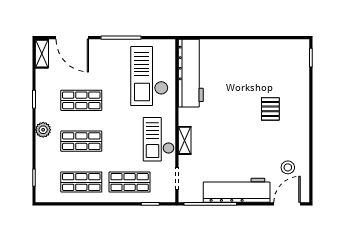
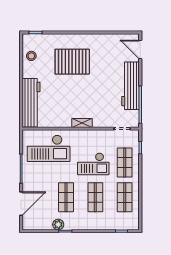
shelving: (42, 54) -> (33, 225), removed
workbench: (191, 73) -> (31, 103), moved, turned 90
pallet: (270, 109) -> (72, 62), width x2.05, depth x2.00
plant: (43, 130) -> (58, 225), moved
checkout: (159, 139) -> (93, 164), moved
shelving: (185, 140) -> (82, 123), moved
stool: (288, 167) -> (31, 56), moved

